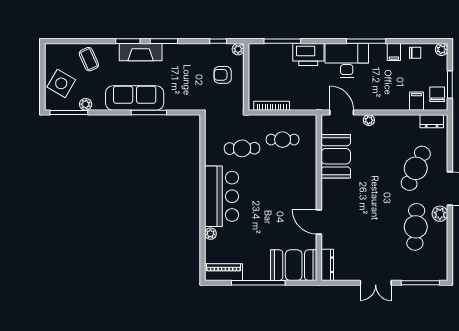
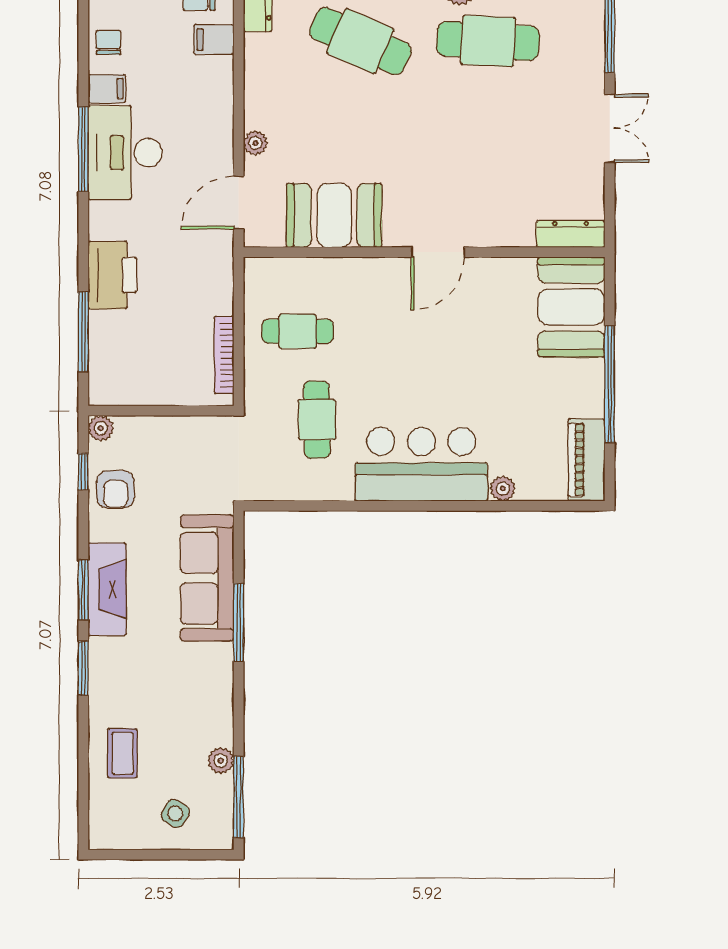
fireplace: (141, 52) -> (107, 589), moved
coffee table: (89, 59) -> (122, 753), turned -66
desk: (347, 60) -> (125, 153), moved
armchair: (223, 75) -> (115, 489), moved
side table: (61, 83) -> (175, 814), width x0.54, depth x0.54
sofa: (135, 98) -> (207, 578), moved
cafe table: (283, 140) -> (298, 331), turned 90
door: (319, 222) -> (438, 252), moved

